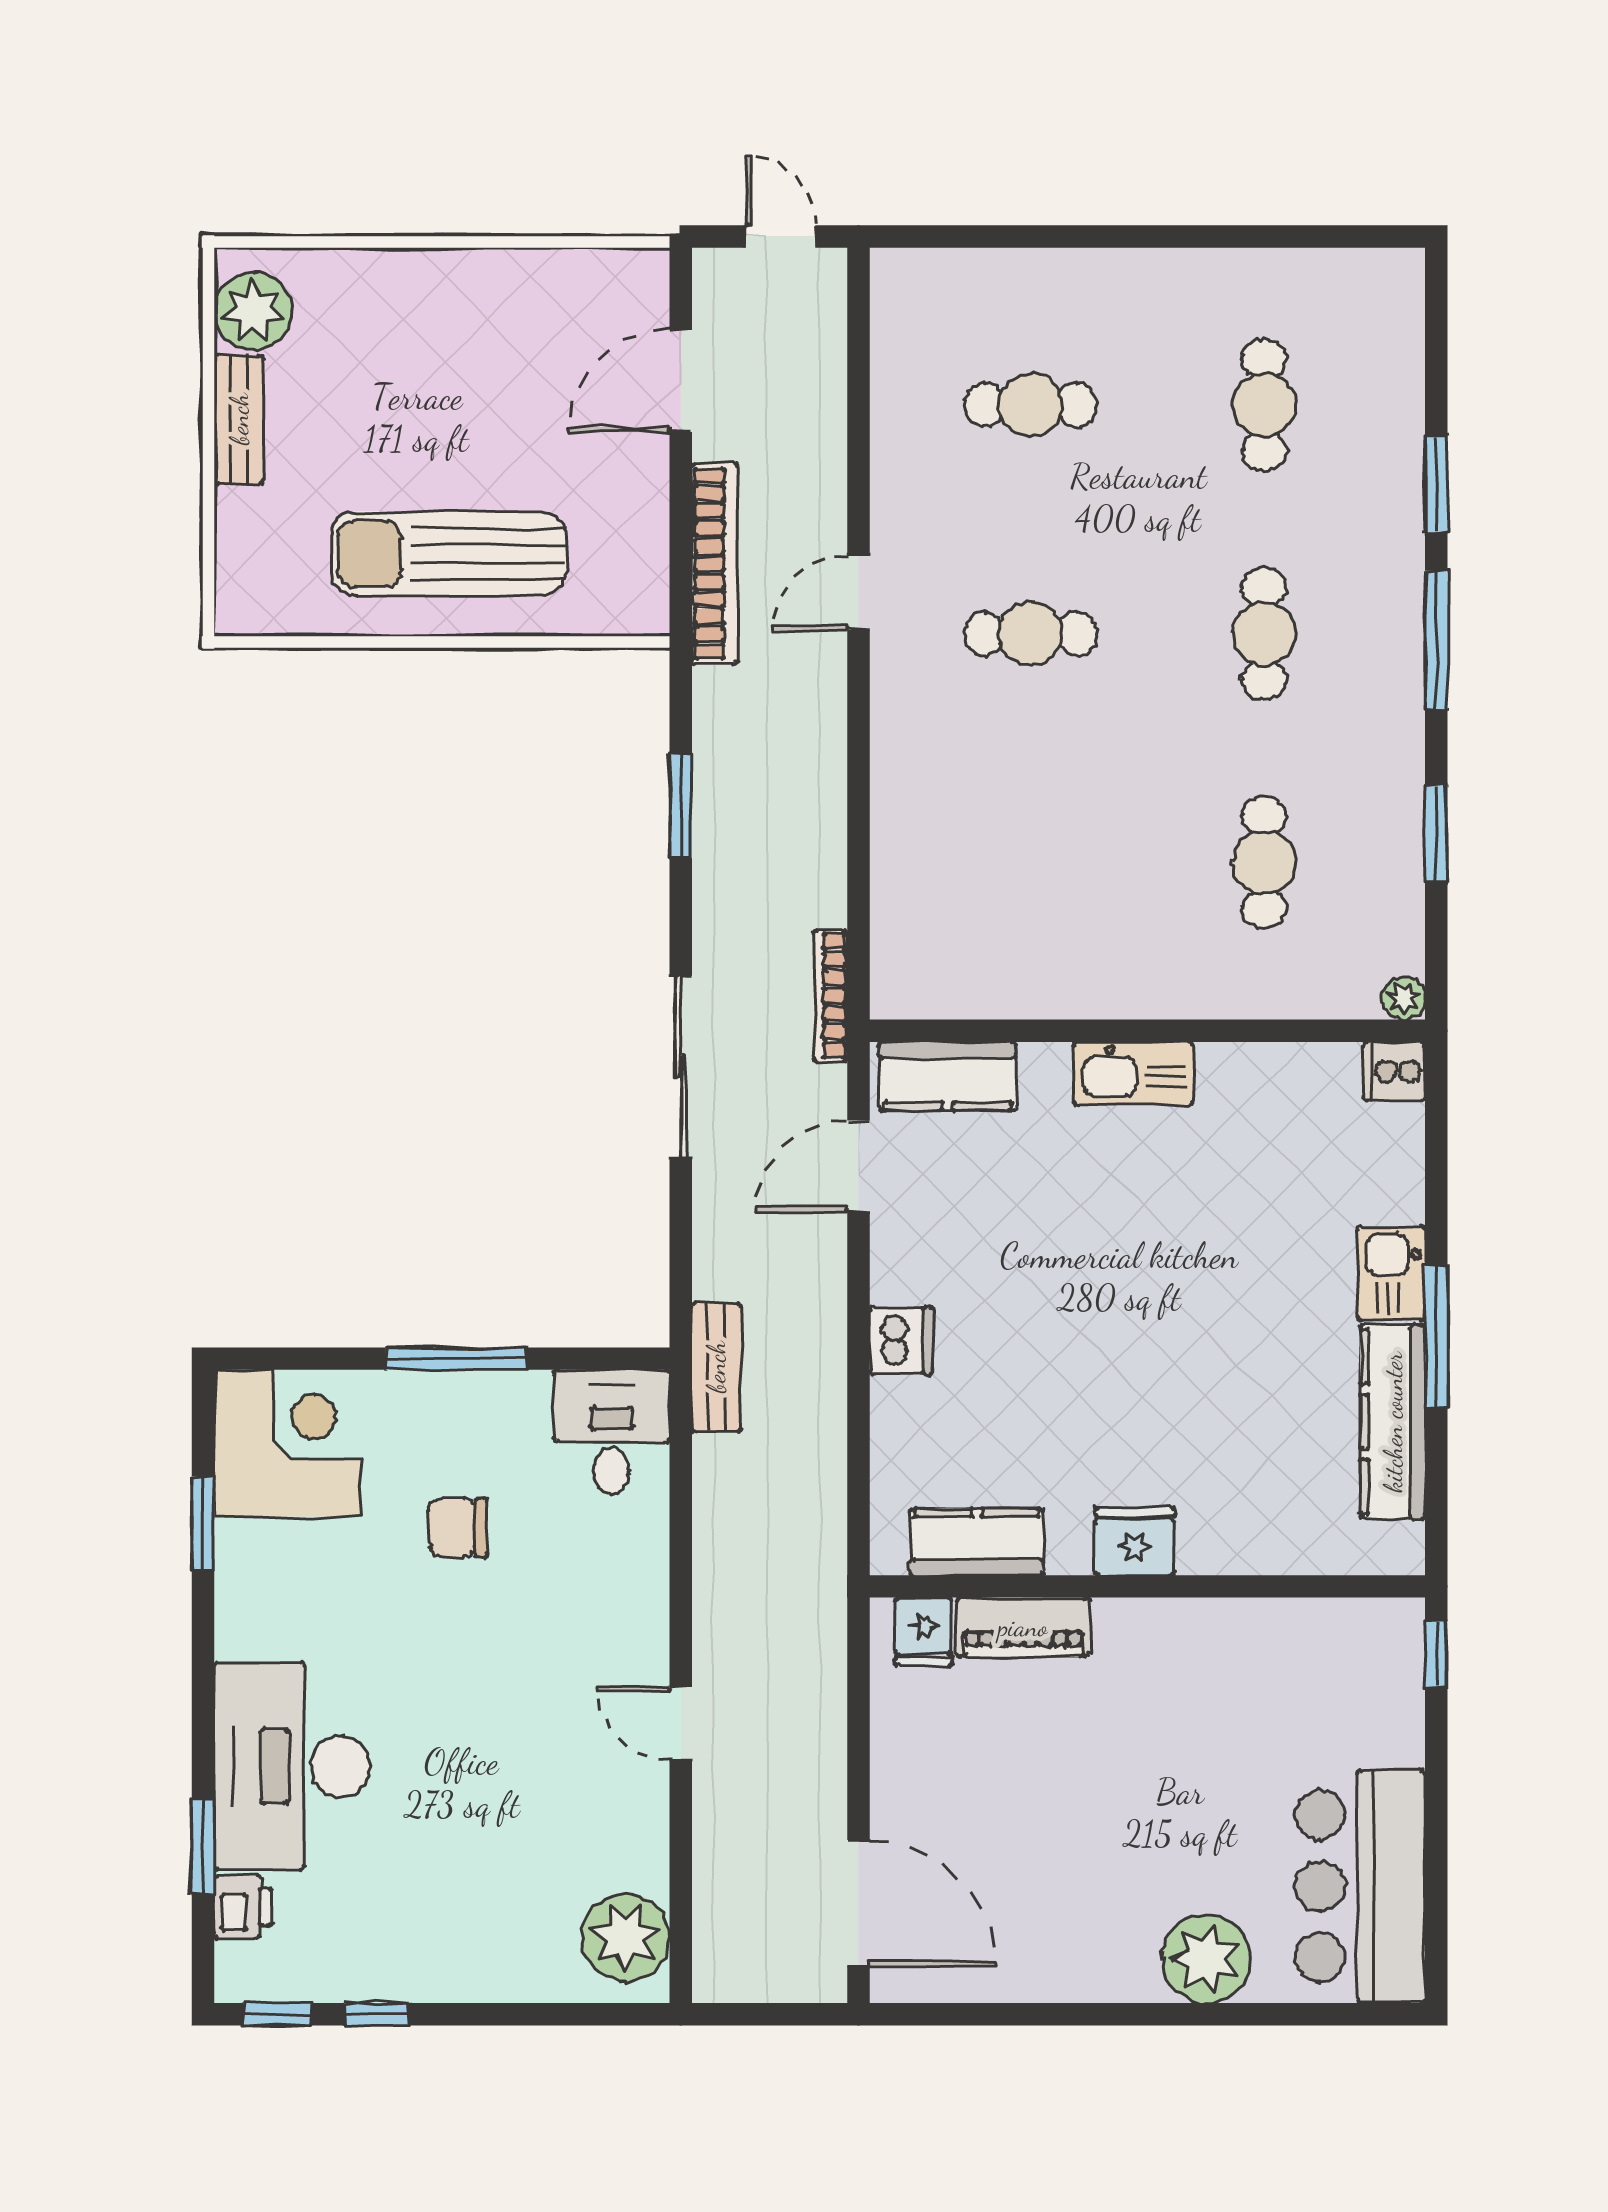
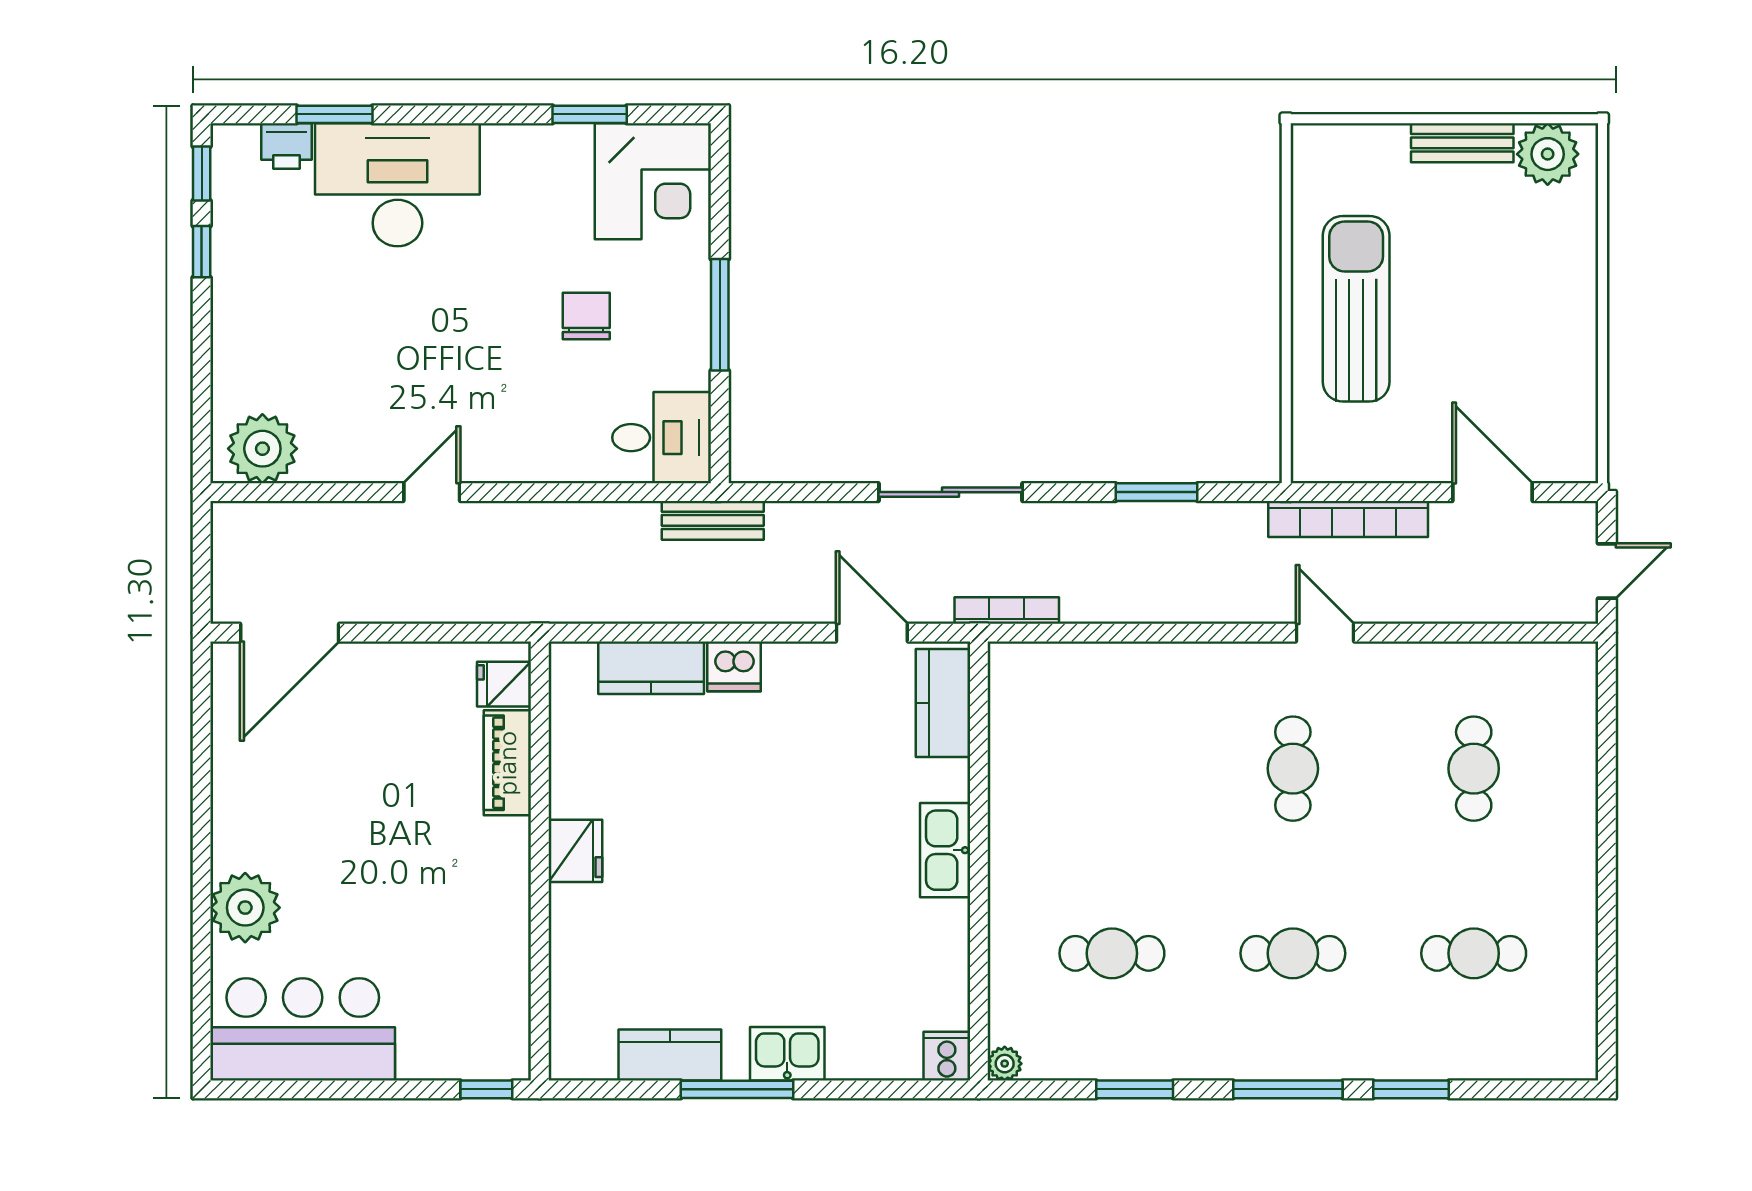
kitchen counter: (1393, 1422) -> (670, 1055), width x0.67
kitchen counter: (977, 1542) -> (651, 668), moved, turned 90

